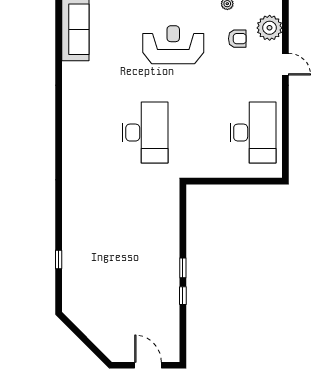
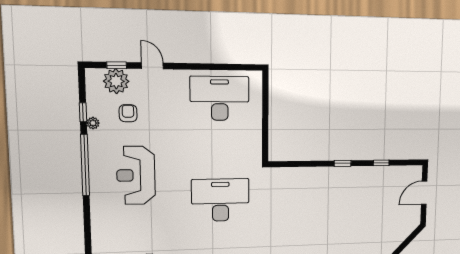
window: (285, 29) -> (117, 65), added
door: (285, 64) -> (152, 66), hinge flipped
window: (183, 296) -> (381, 163), moved

